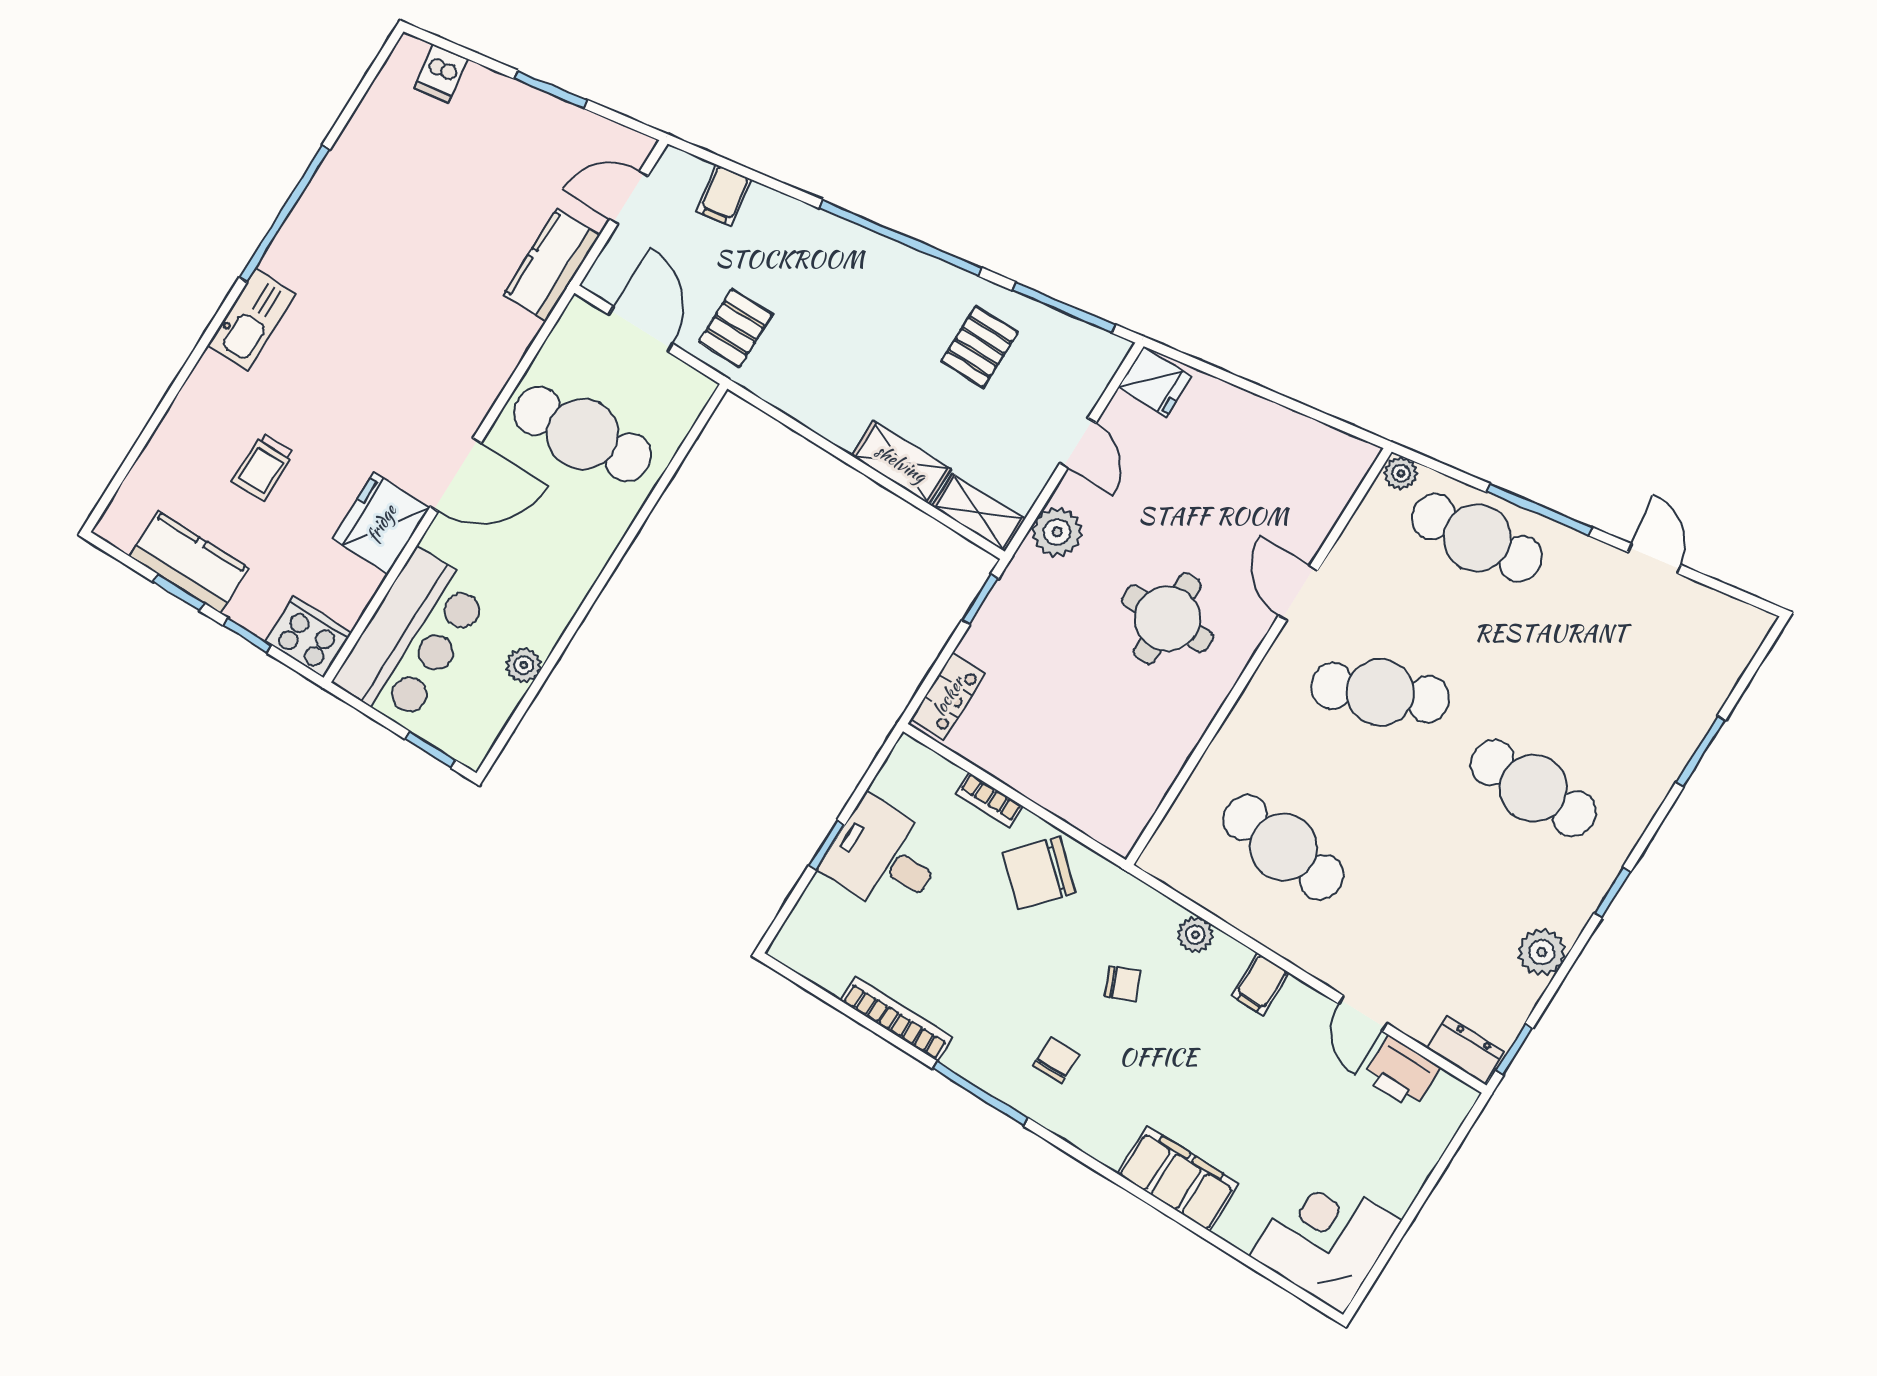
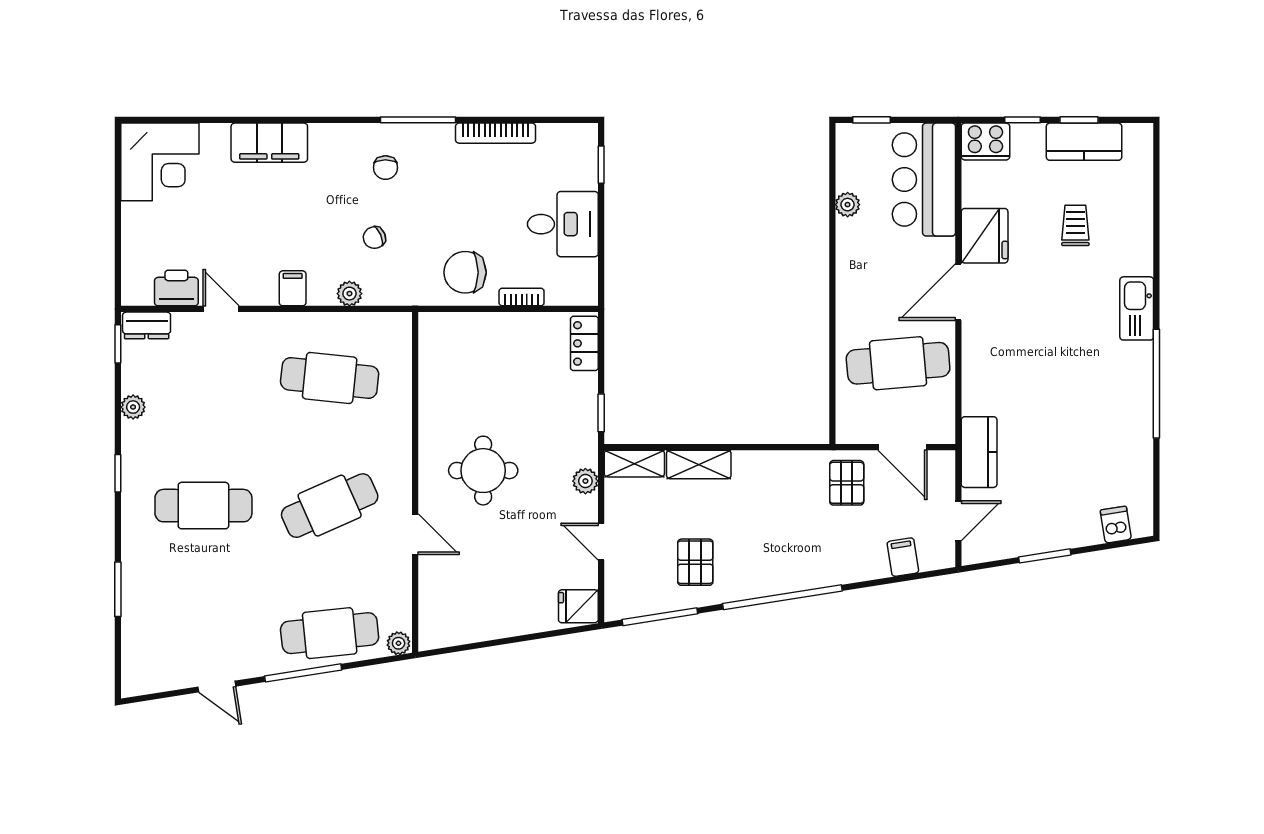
plant: (1057, 532) -> (585, 481), width x0.73, depth x0.73
window: (827, 845) -> (601, 165), moved
chair: (1039, 873) -> (465, 272), turned -132
plant: (1542, 952) -> (133, 407), width x0.73, depth x0.73

